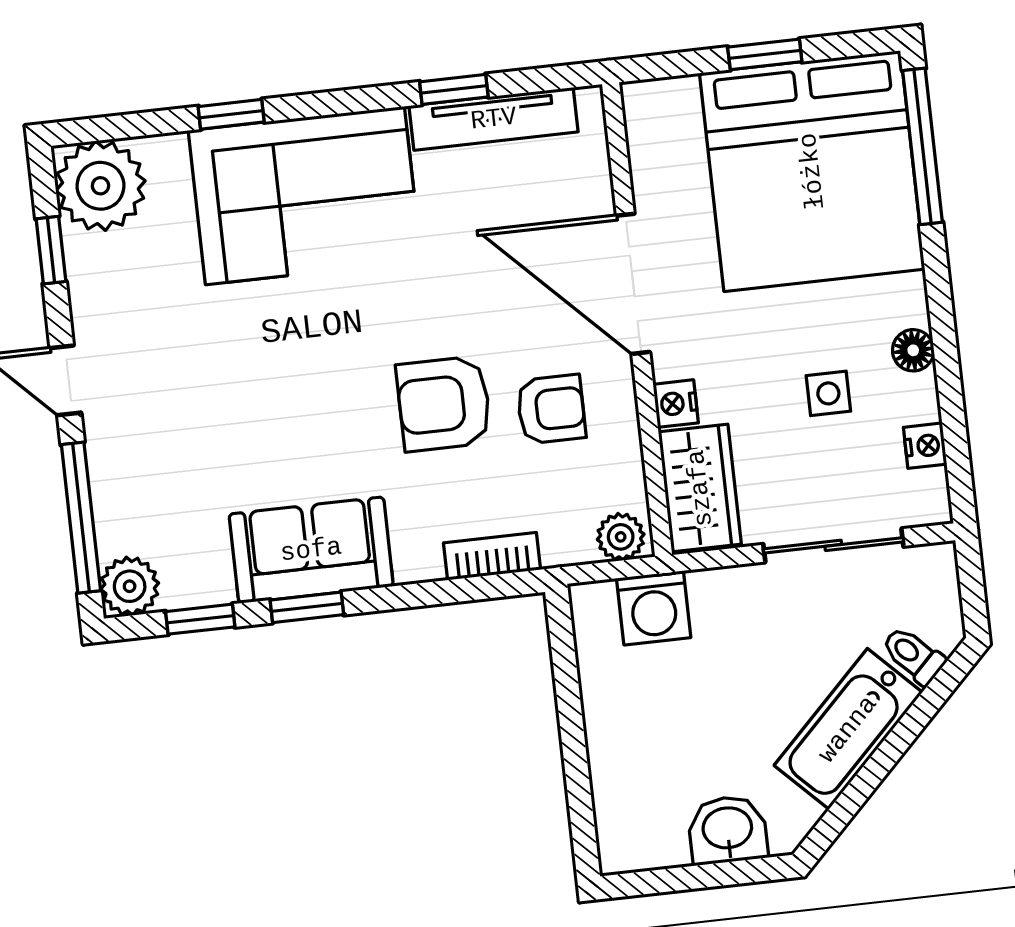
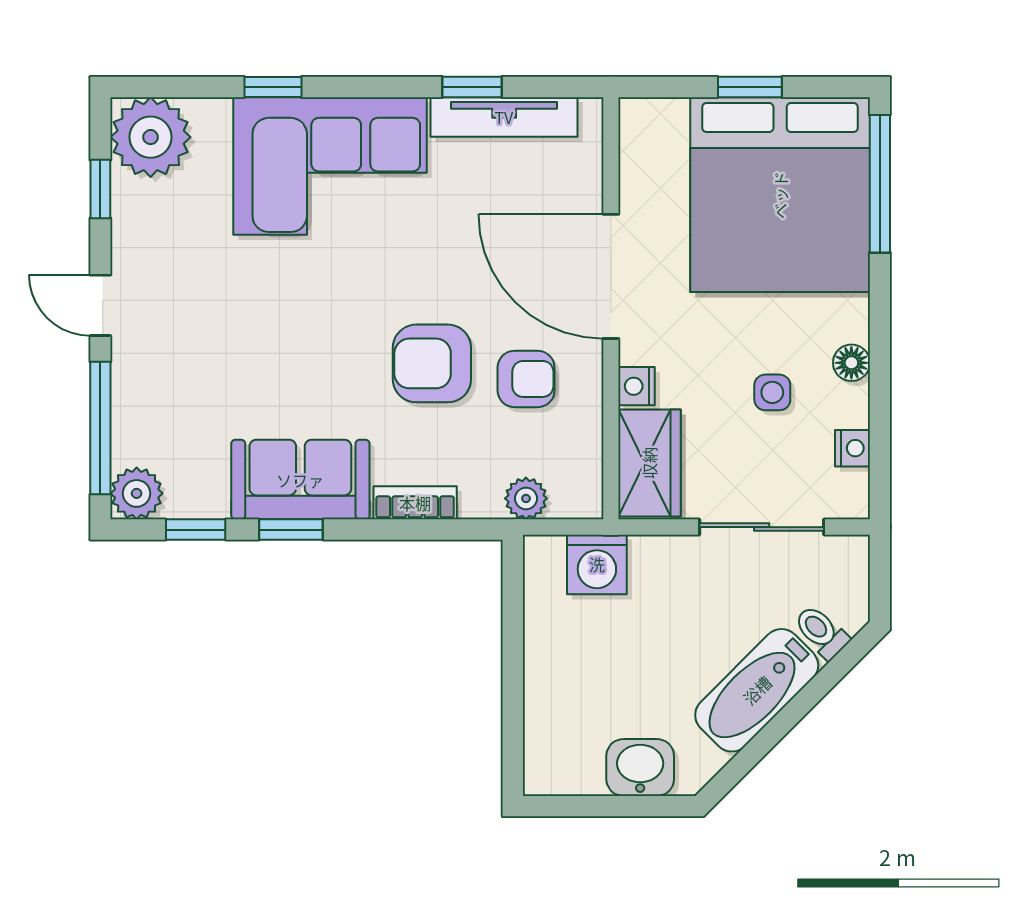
plant: (621, 537) -> (526, 498), moved
bookcase: (492, 556) -> (415, 503), moved

